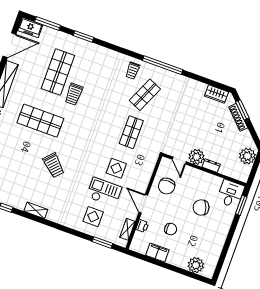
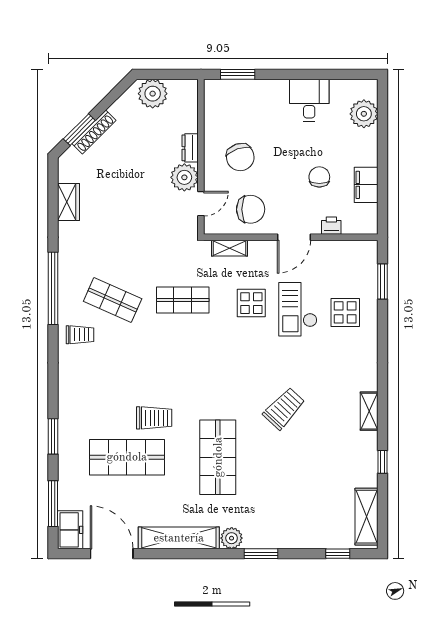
wardrobe: (216, 94) -> (69, 202), moved
desk: (231, 194) -> (309, 100), moved, turned 90
chair: (201, 207) -> (240, 157), moved
shelving: (127, 229) -> (229, 248), moved

